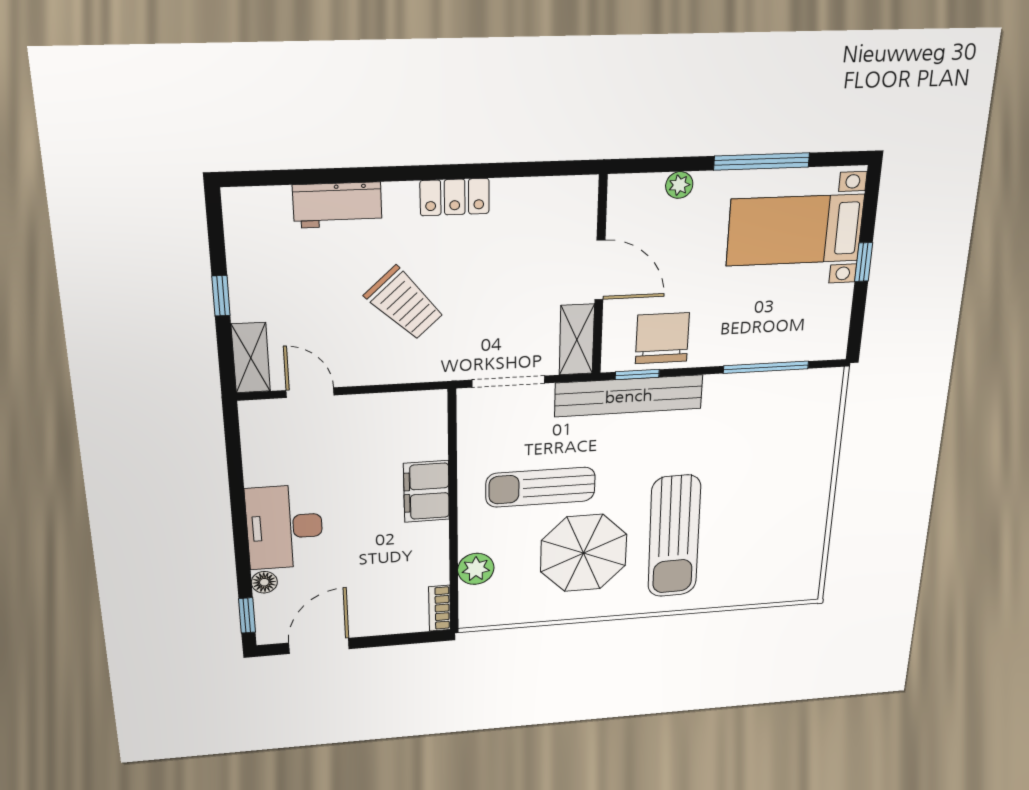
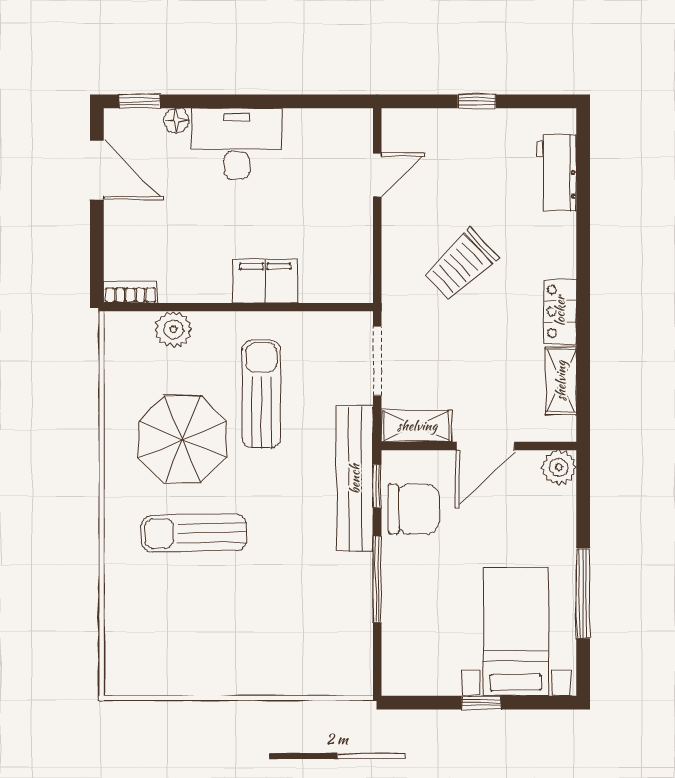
plant: (679, 185) -> (559, 467), moved, width x1.38, depth x1.38
workbench: (337, 205) -> (557, 173), moved
shelving: (251, 358) -> (561, 381), moved, turned 90
window: (766, 367) -> (377, 579), moved
sun lounger: (674, 537) -> (194, 533), width x0.73, depth x0.75

